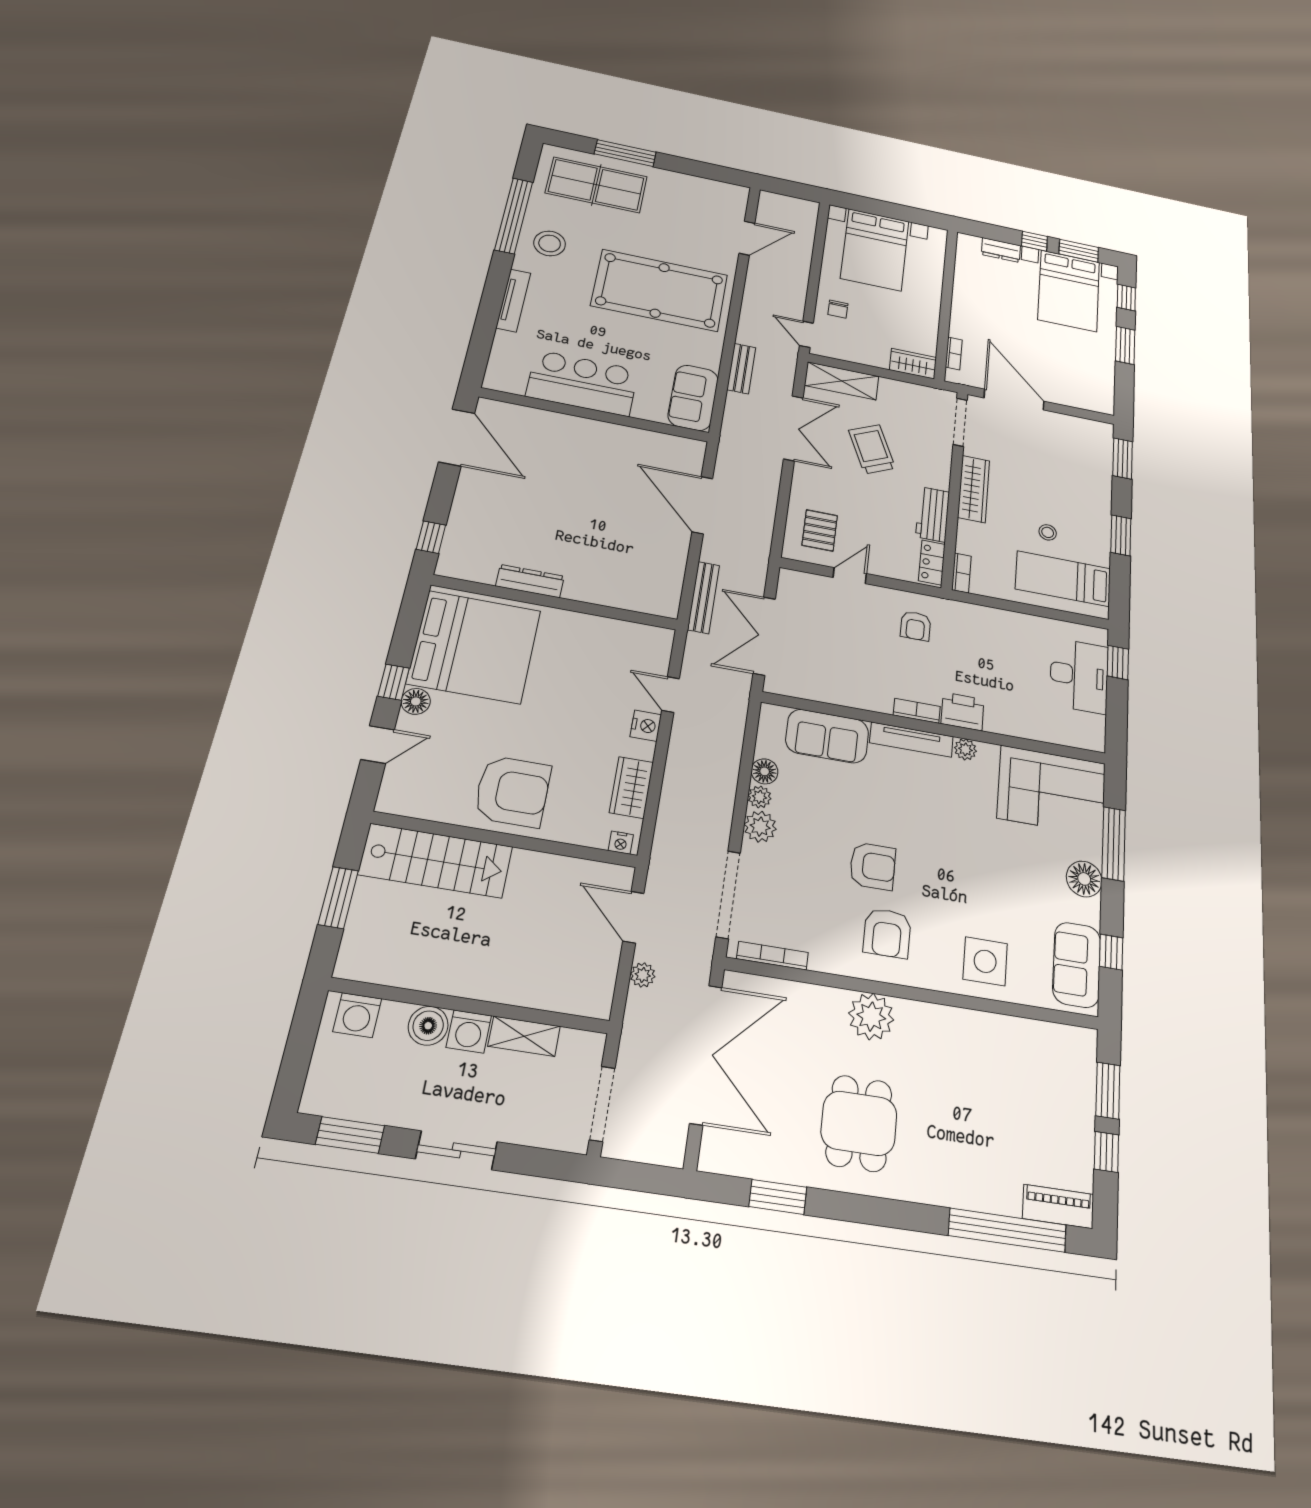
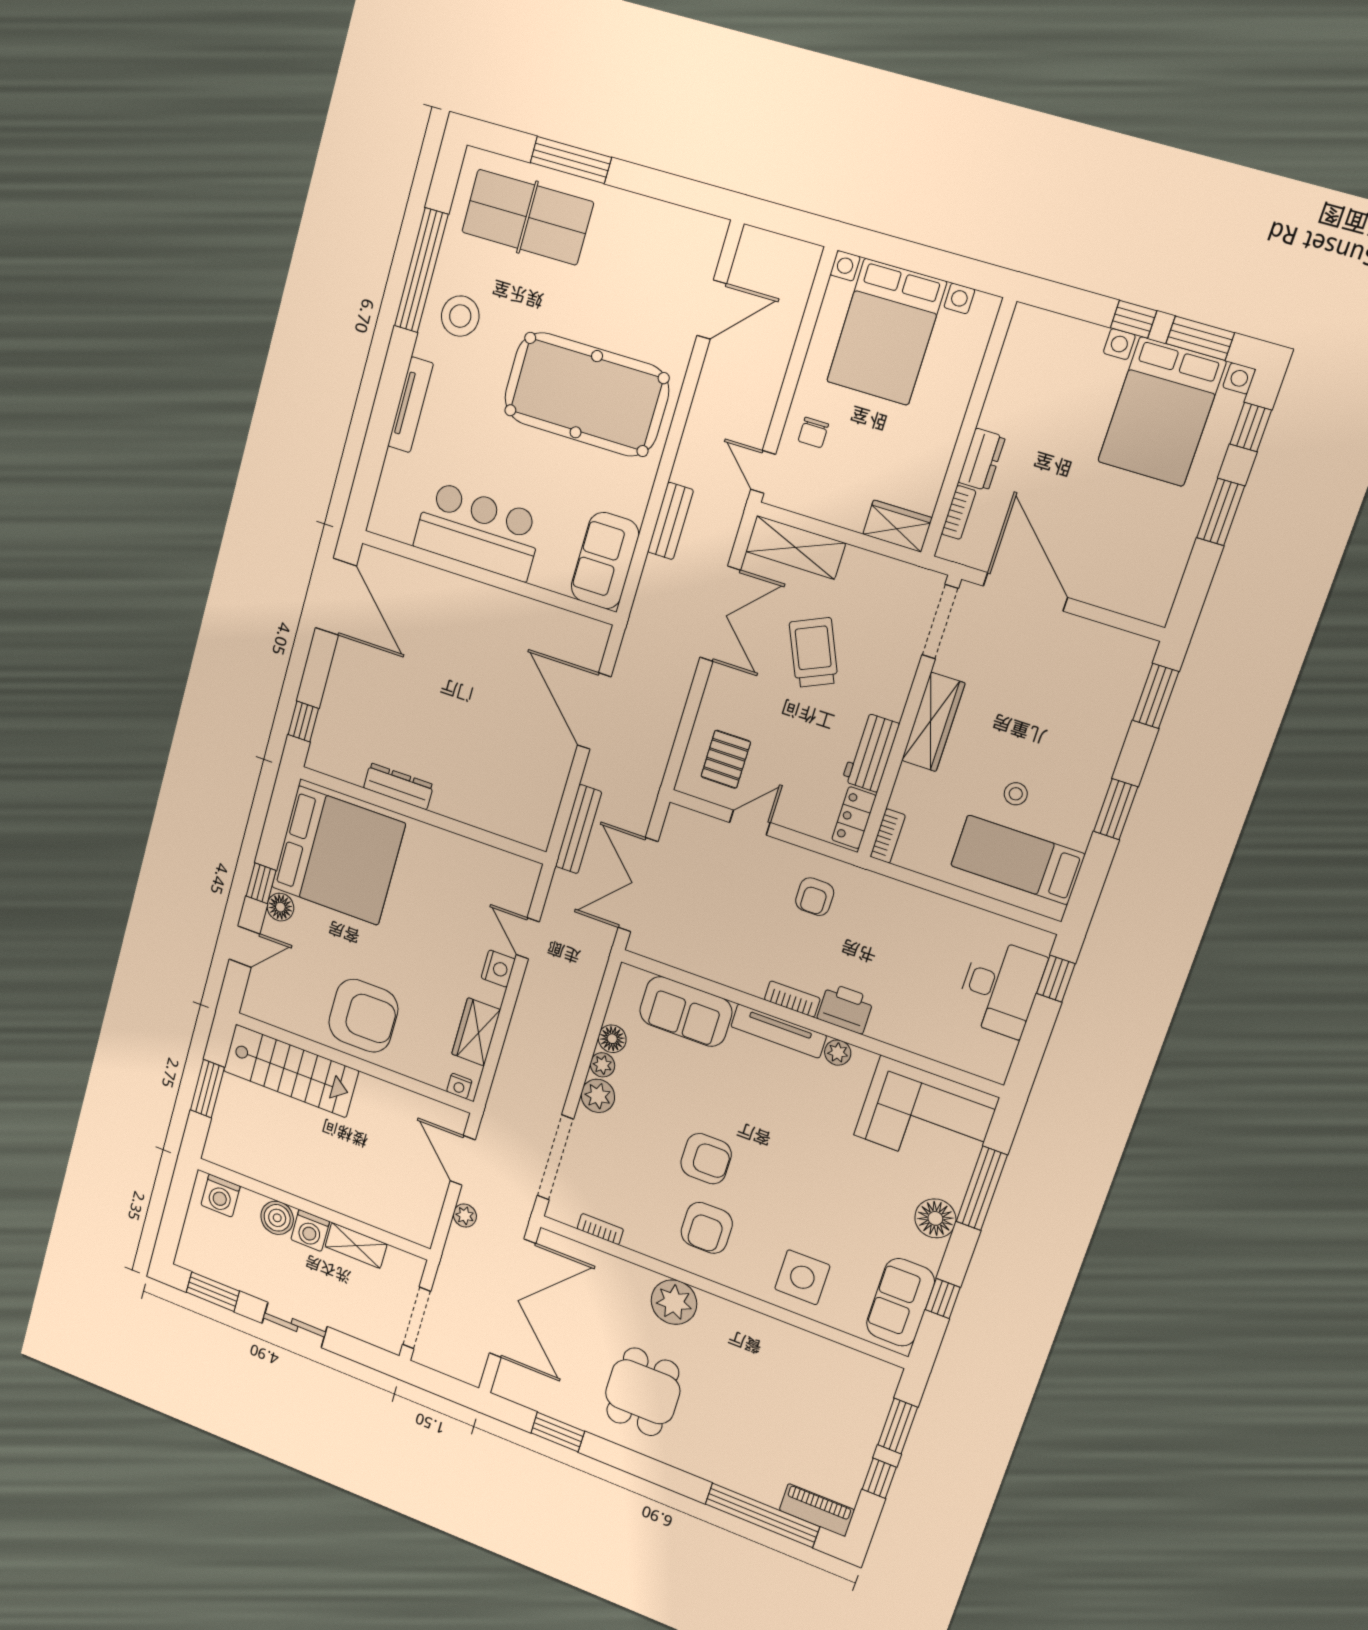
dresser: (1001, 250) -> (982, 460), moved, turned -90
bookcase: (772, 956) -> (600, 1229), width x0.64

